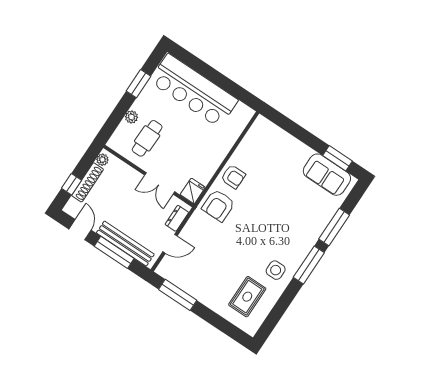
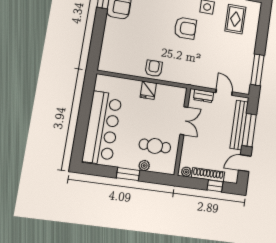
window: (139, 84) -> (128, 174), moved
fridge: (193, 191) -> (148, 90), moved, turned -90
armchair: (218, 205) -> (185, 28), moved
rug: (247, 297) -> (235, 19), turned 90

